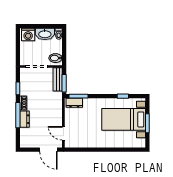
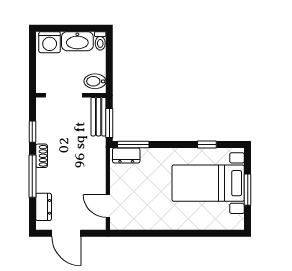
dresser: (25, 119) -> (44, 207), moved
door: (48, 150) -> (66, 233), moved

